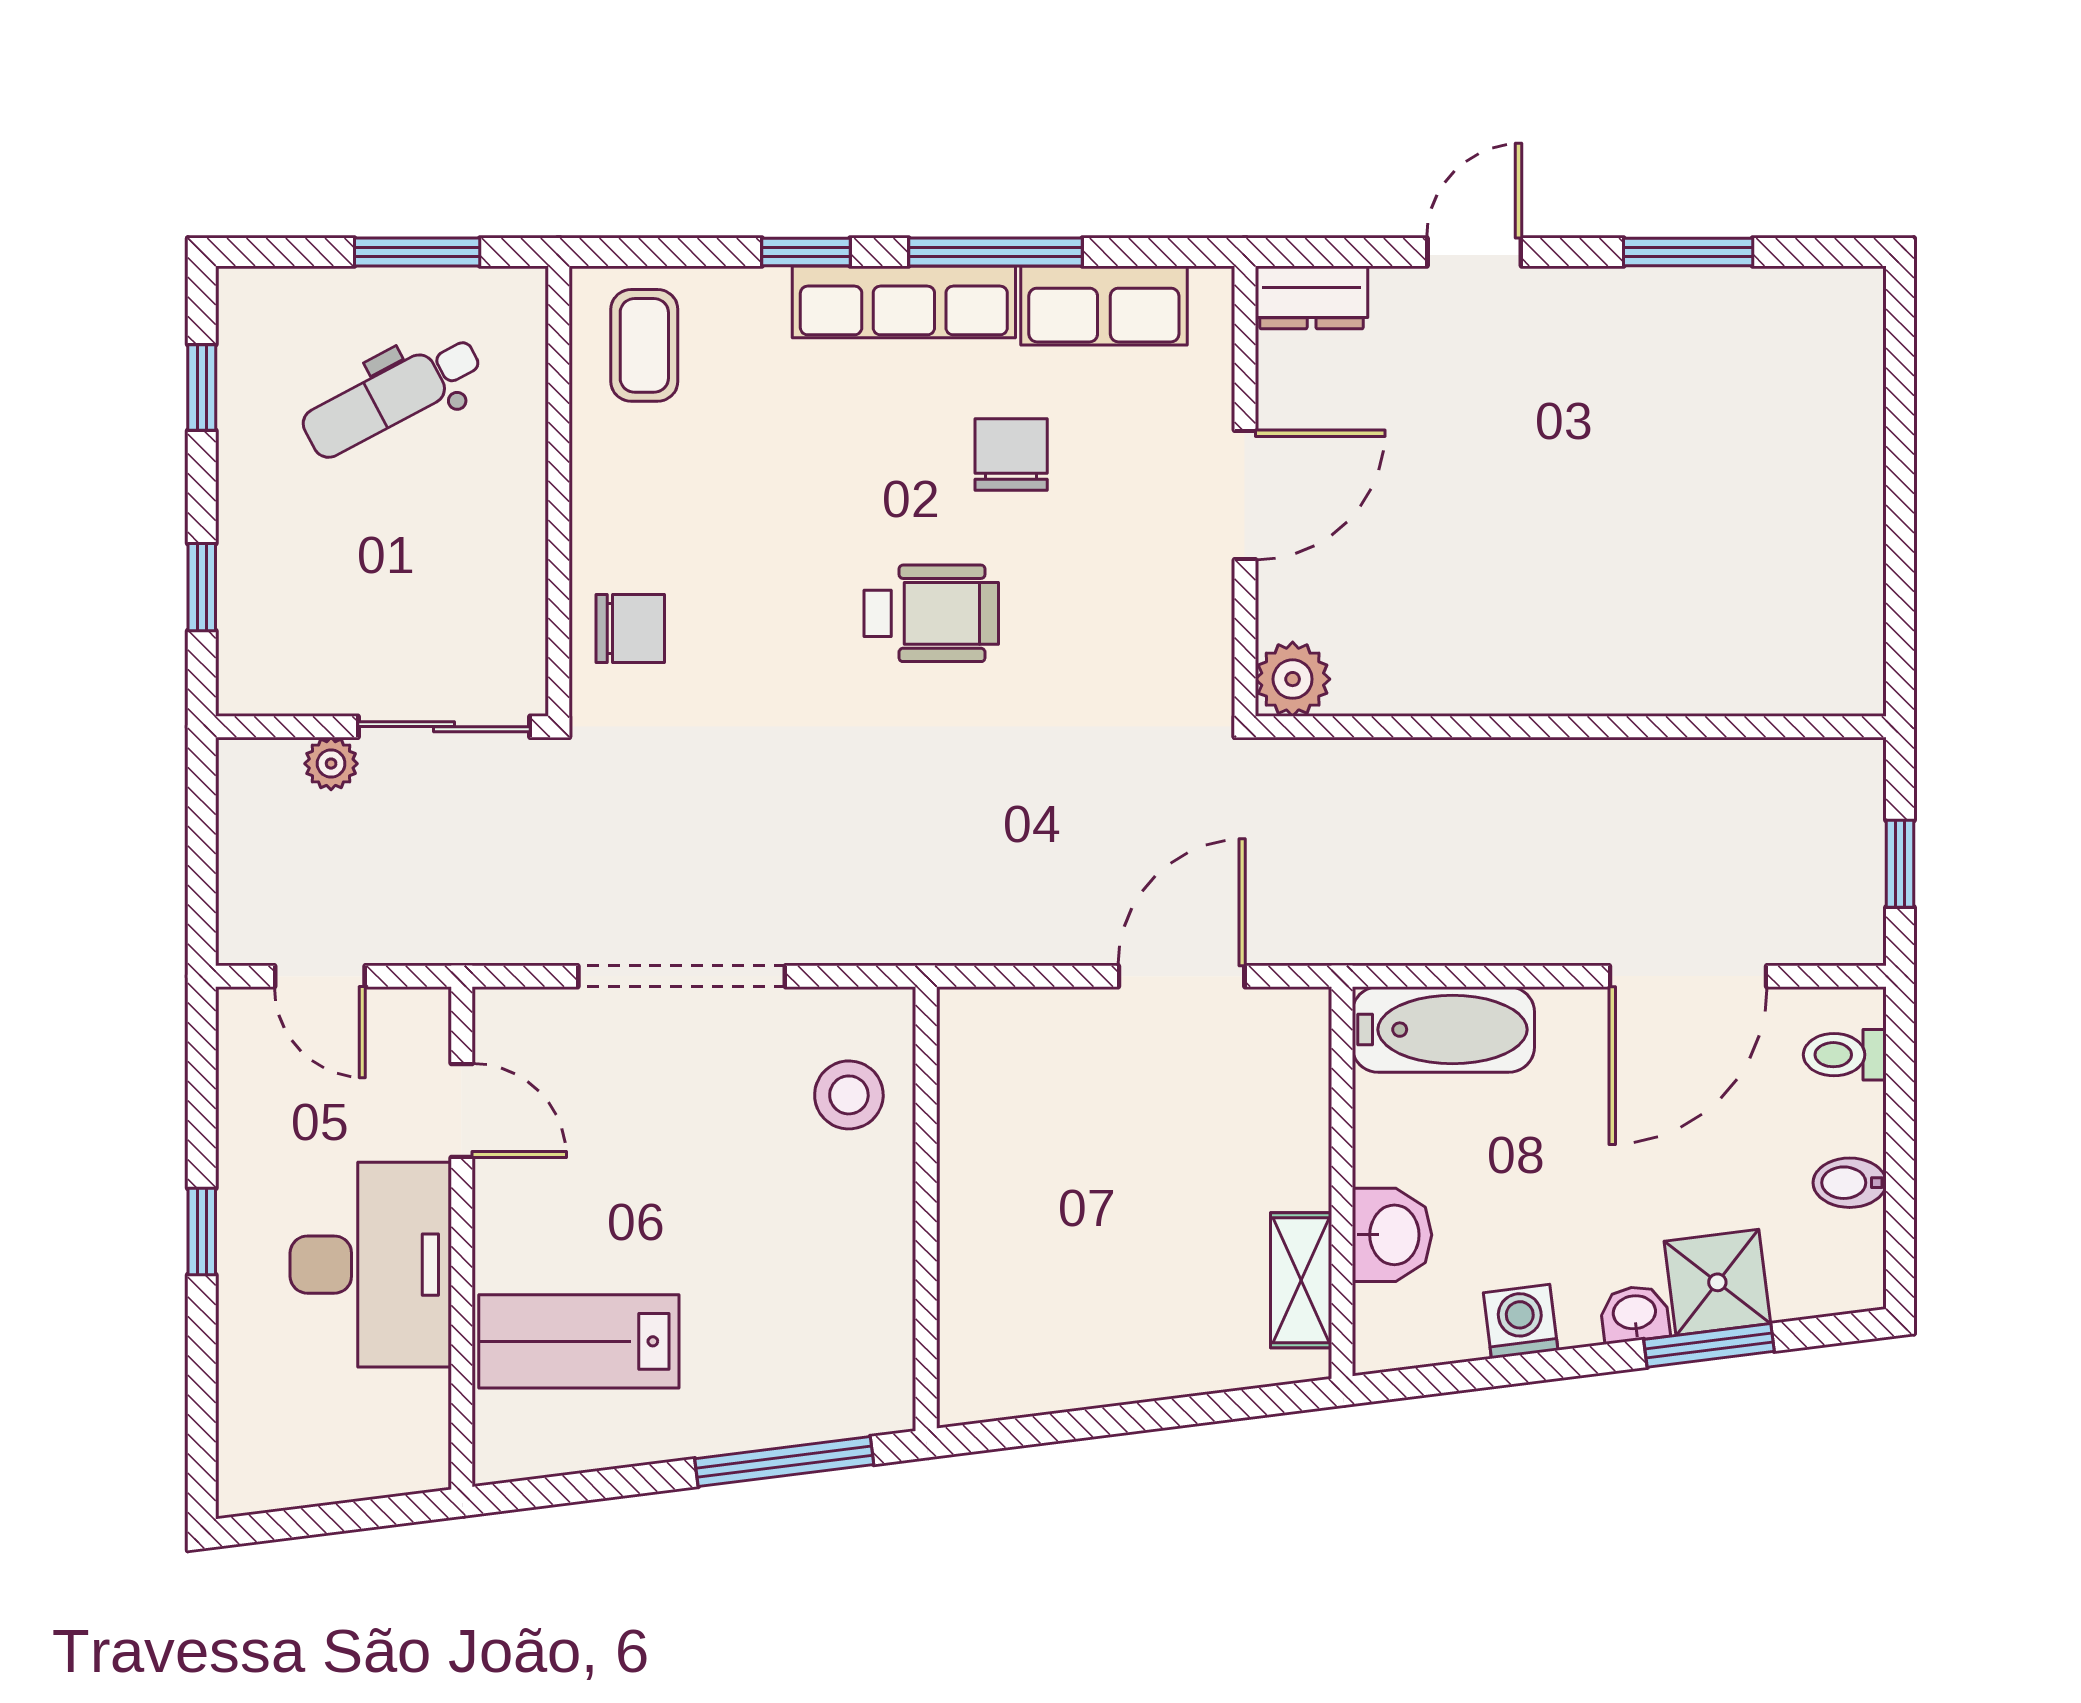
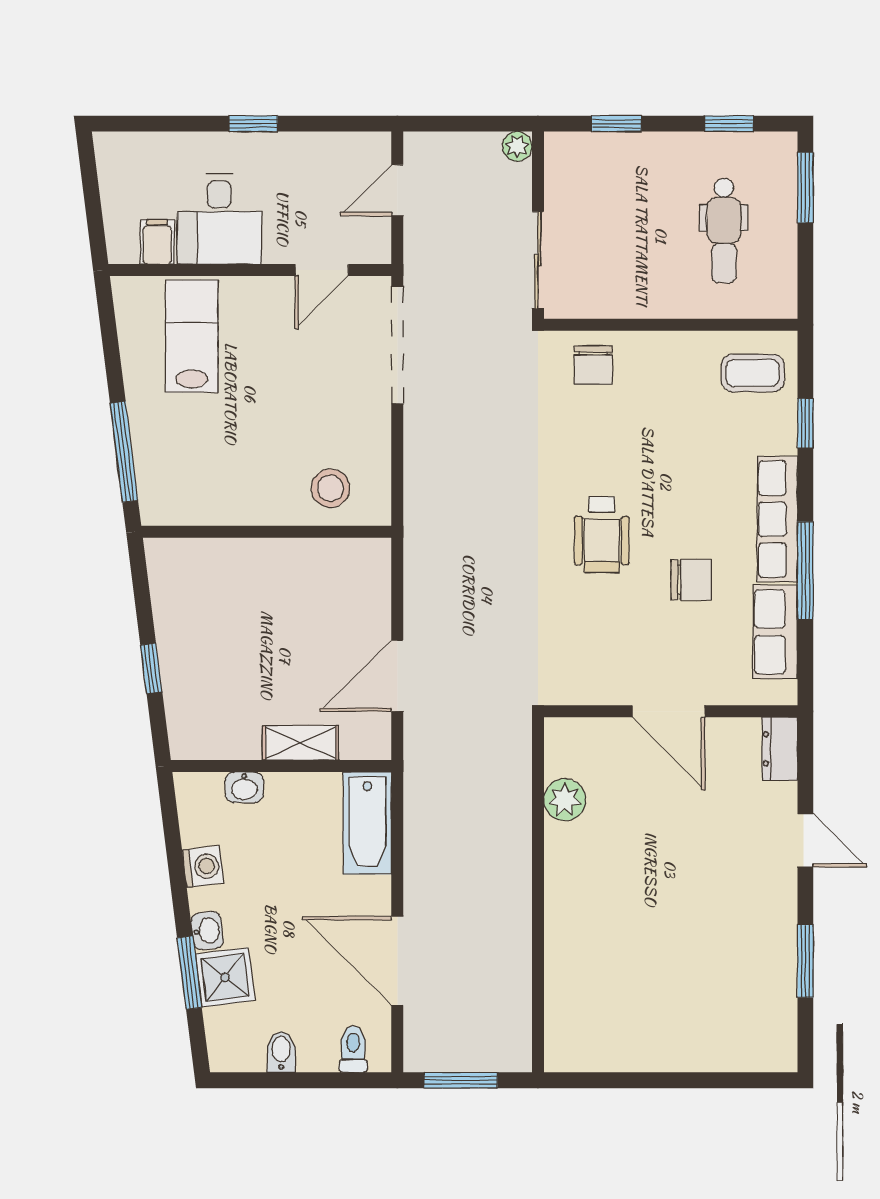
window: (417, 252) -> (805, 188), moved
window: (806, 252) -> (805, 423), moved
dental chair: (392, 397) -> (724, 231), turned -152
plant: (1293, 679) -> (565, 800), moved
plant: (331, 764) -> (517, 146), moved
window: (1900, 864) -> (461, 1080), width x1.50
doorway: (682, 976) -> (397, 345), moved
door: (1182, 976) -> (397, 676), swing flipped
washbasin: (1392, 1235) -> (244, 787), width x0.72, depth x0.69
desk: (371, 1265) -> (219, 219), width x0.73
shelving: (1301, 1280) -> (300, 743), moved
filing cabinet: (412, 1402) -> (157, 242), added
window: (1169, 1413) -> (151, 668), added

